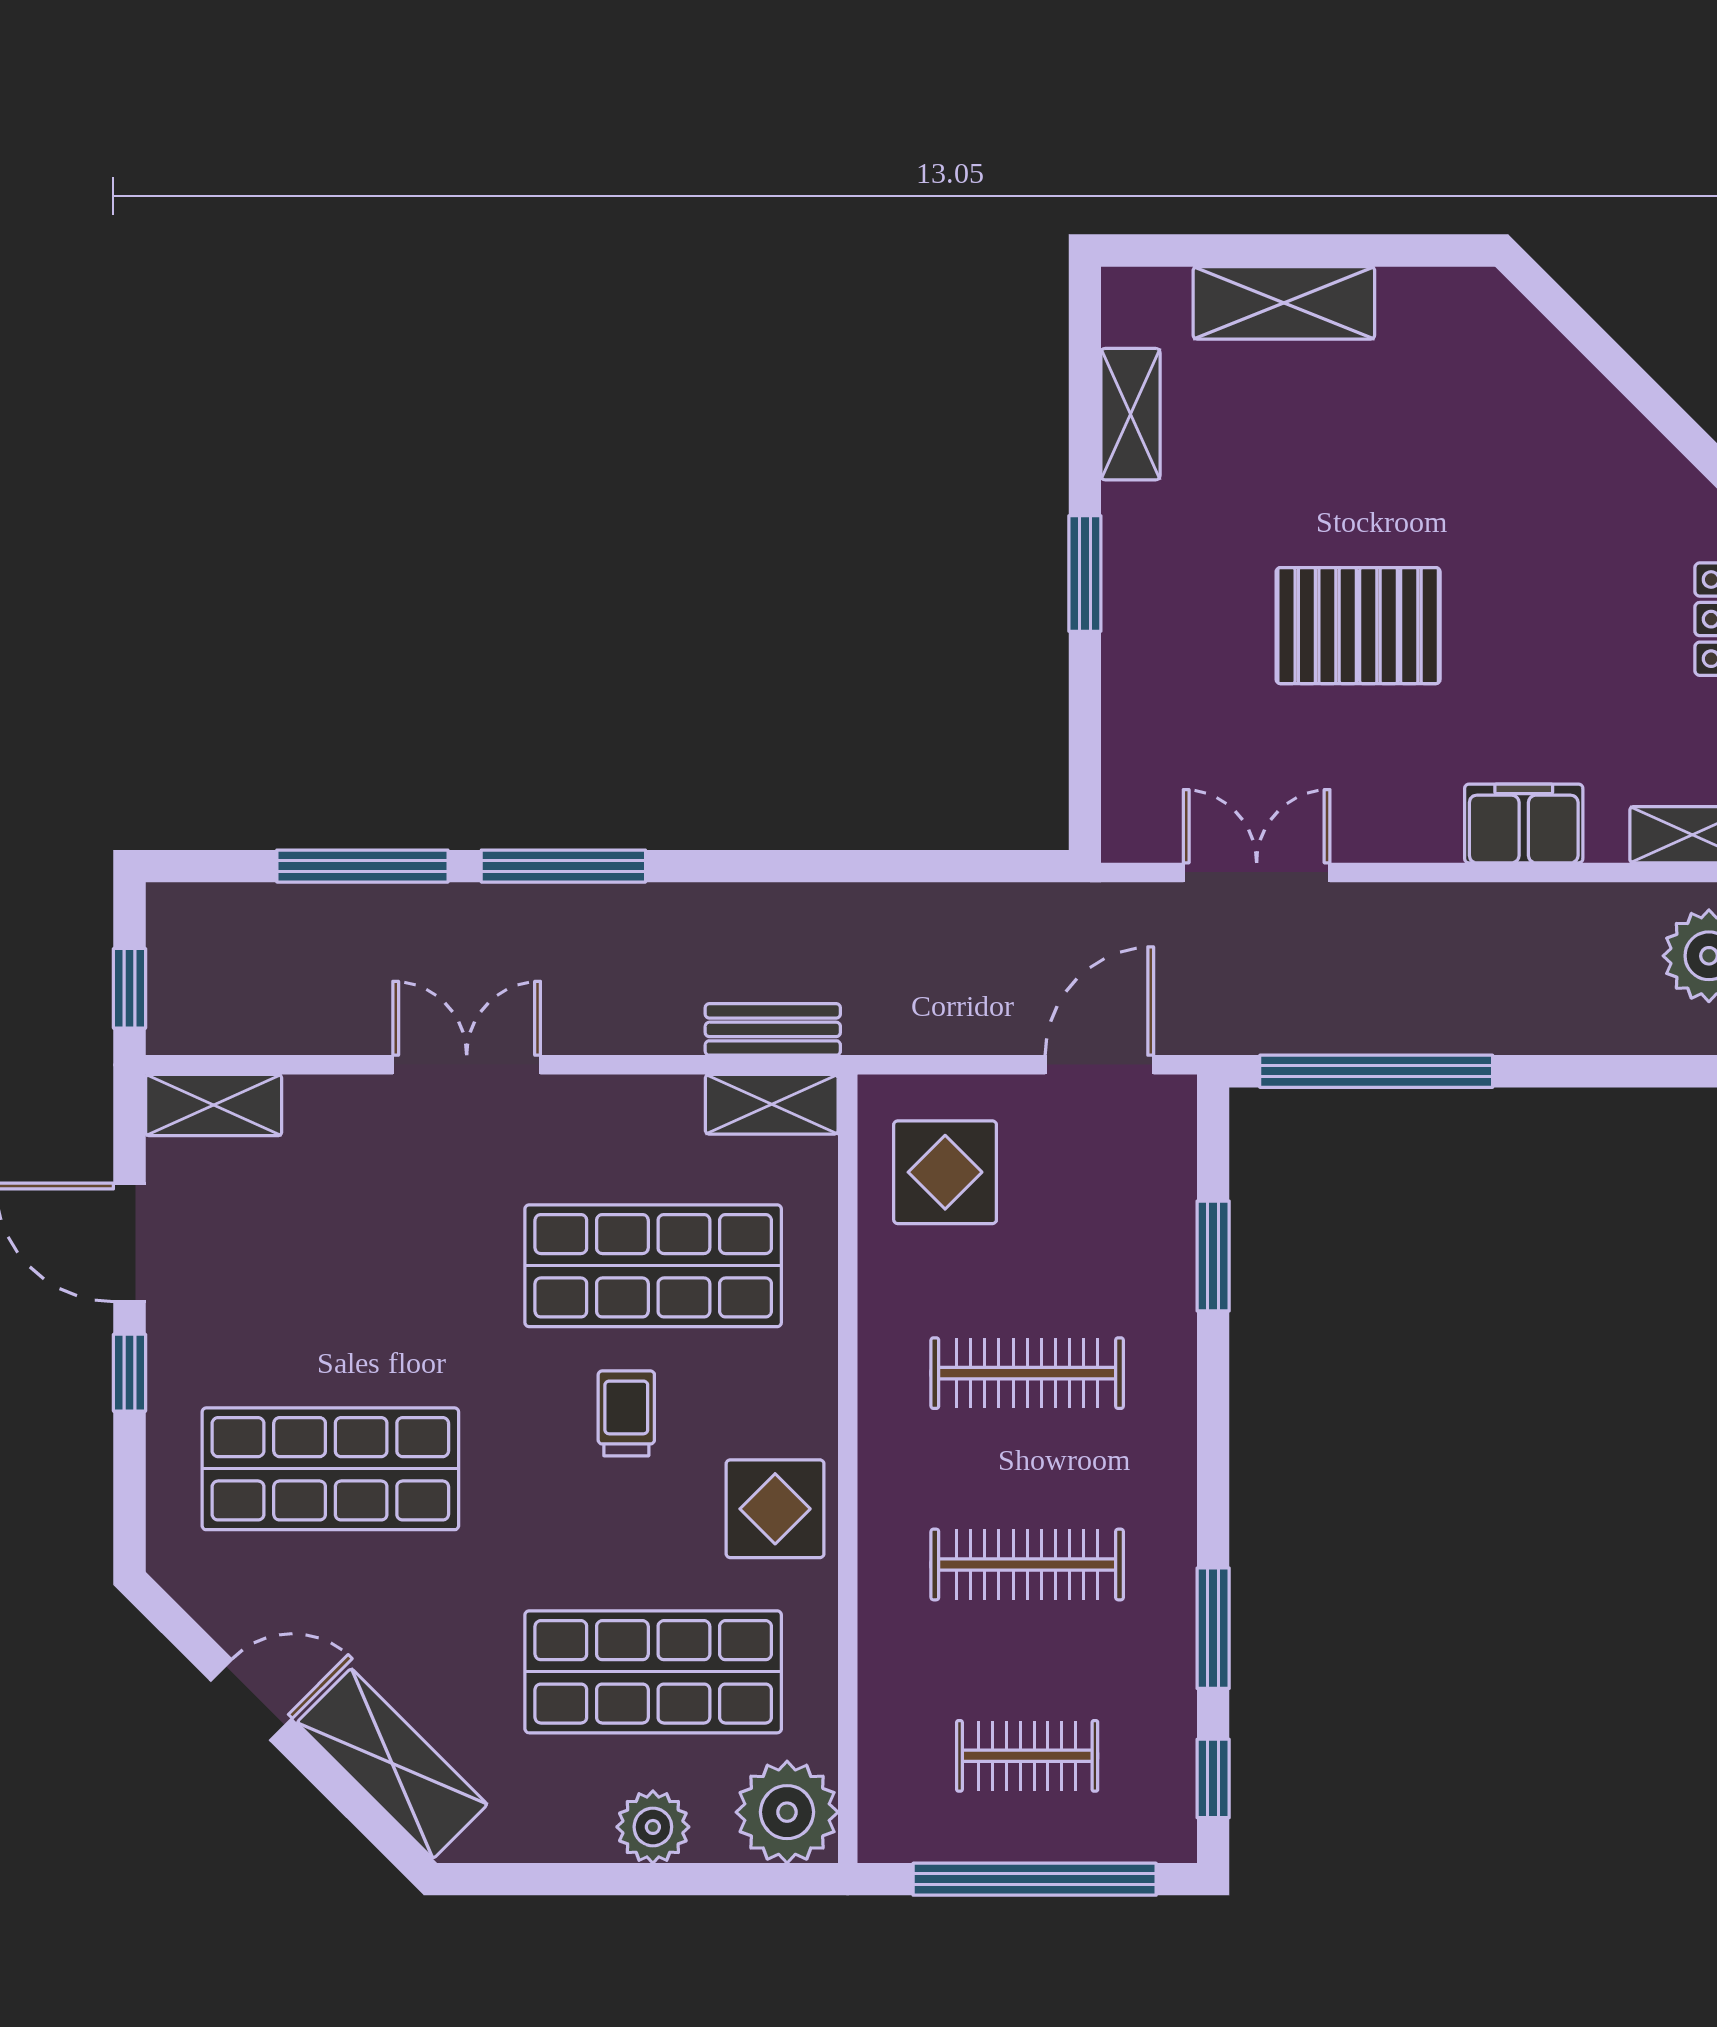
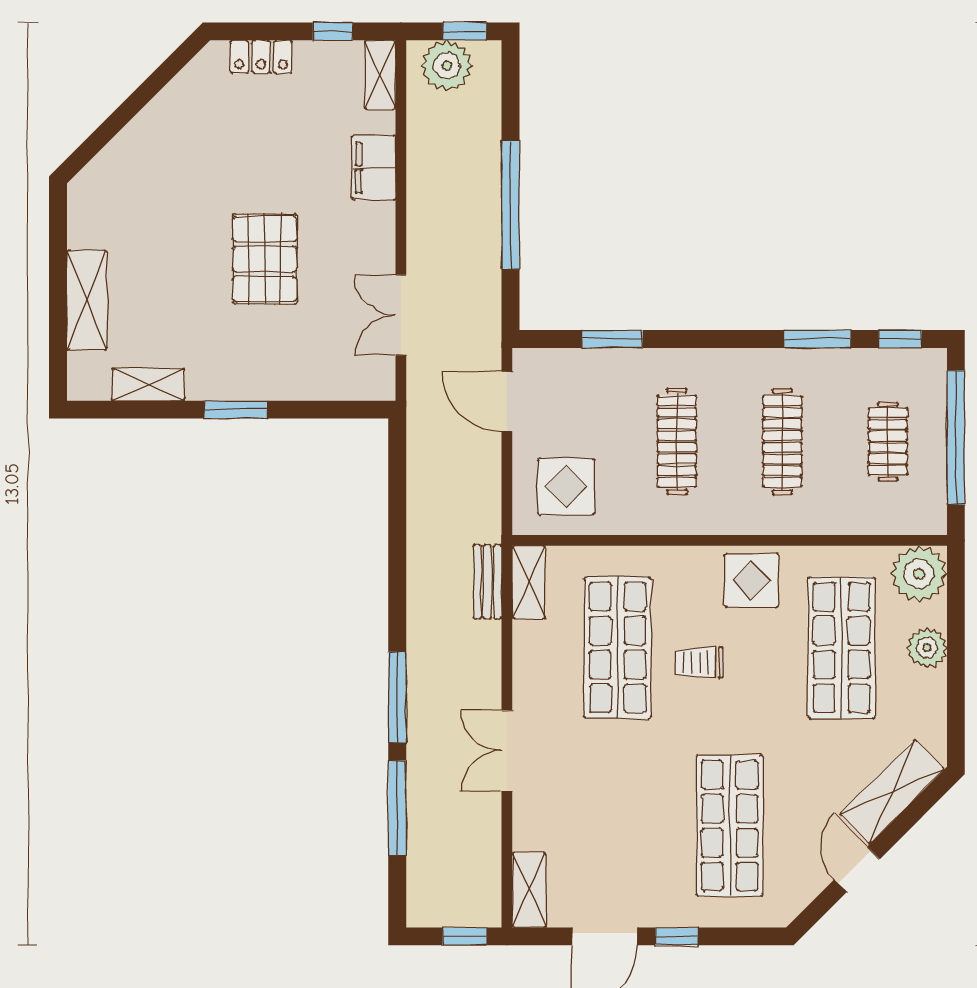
window: (1376, 1071) -> (510, 205), moved

